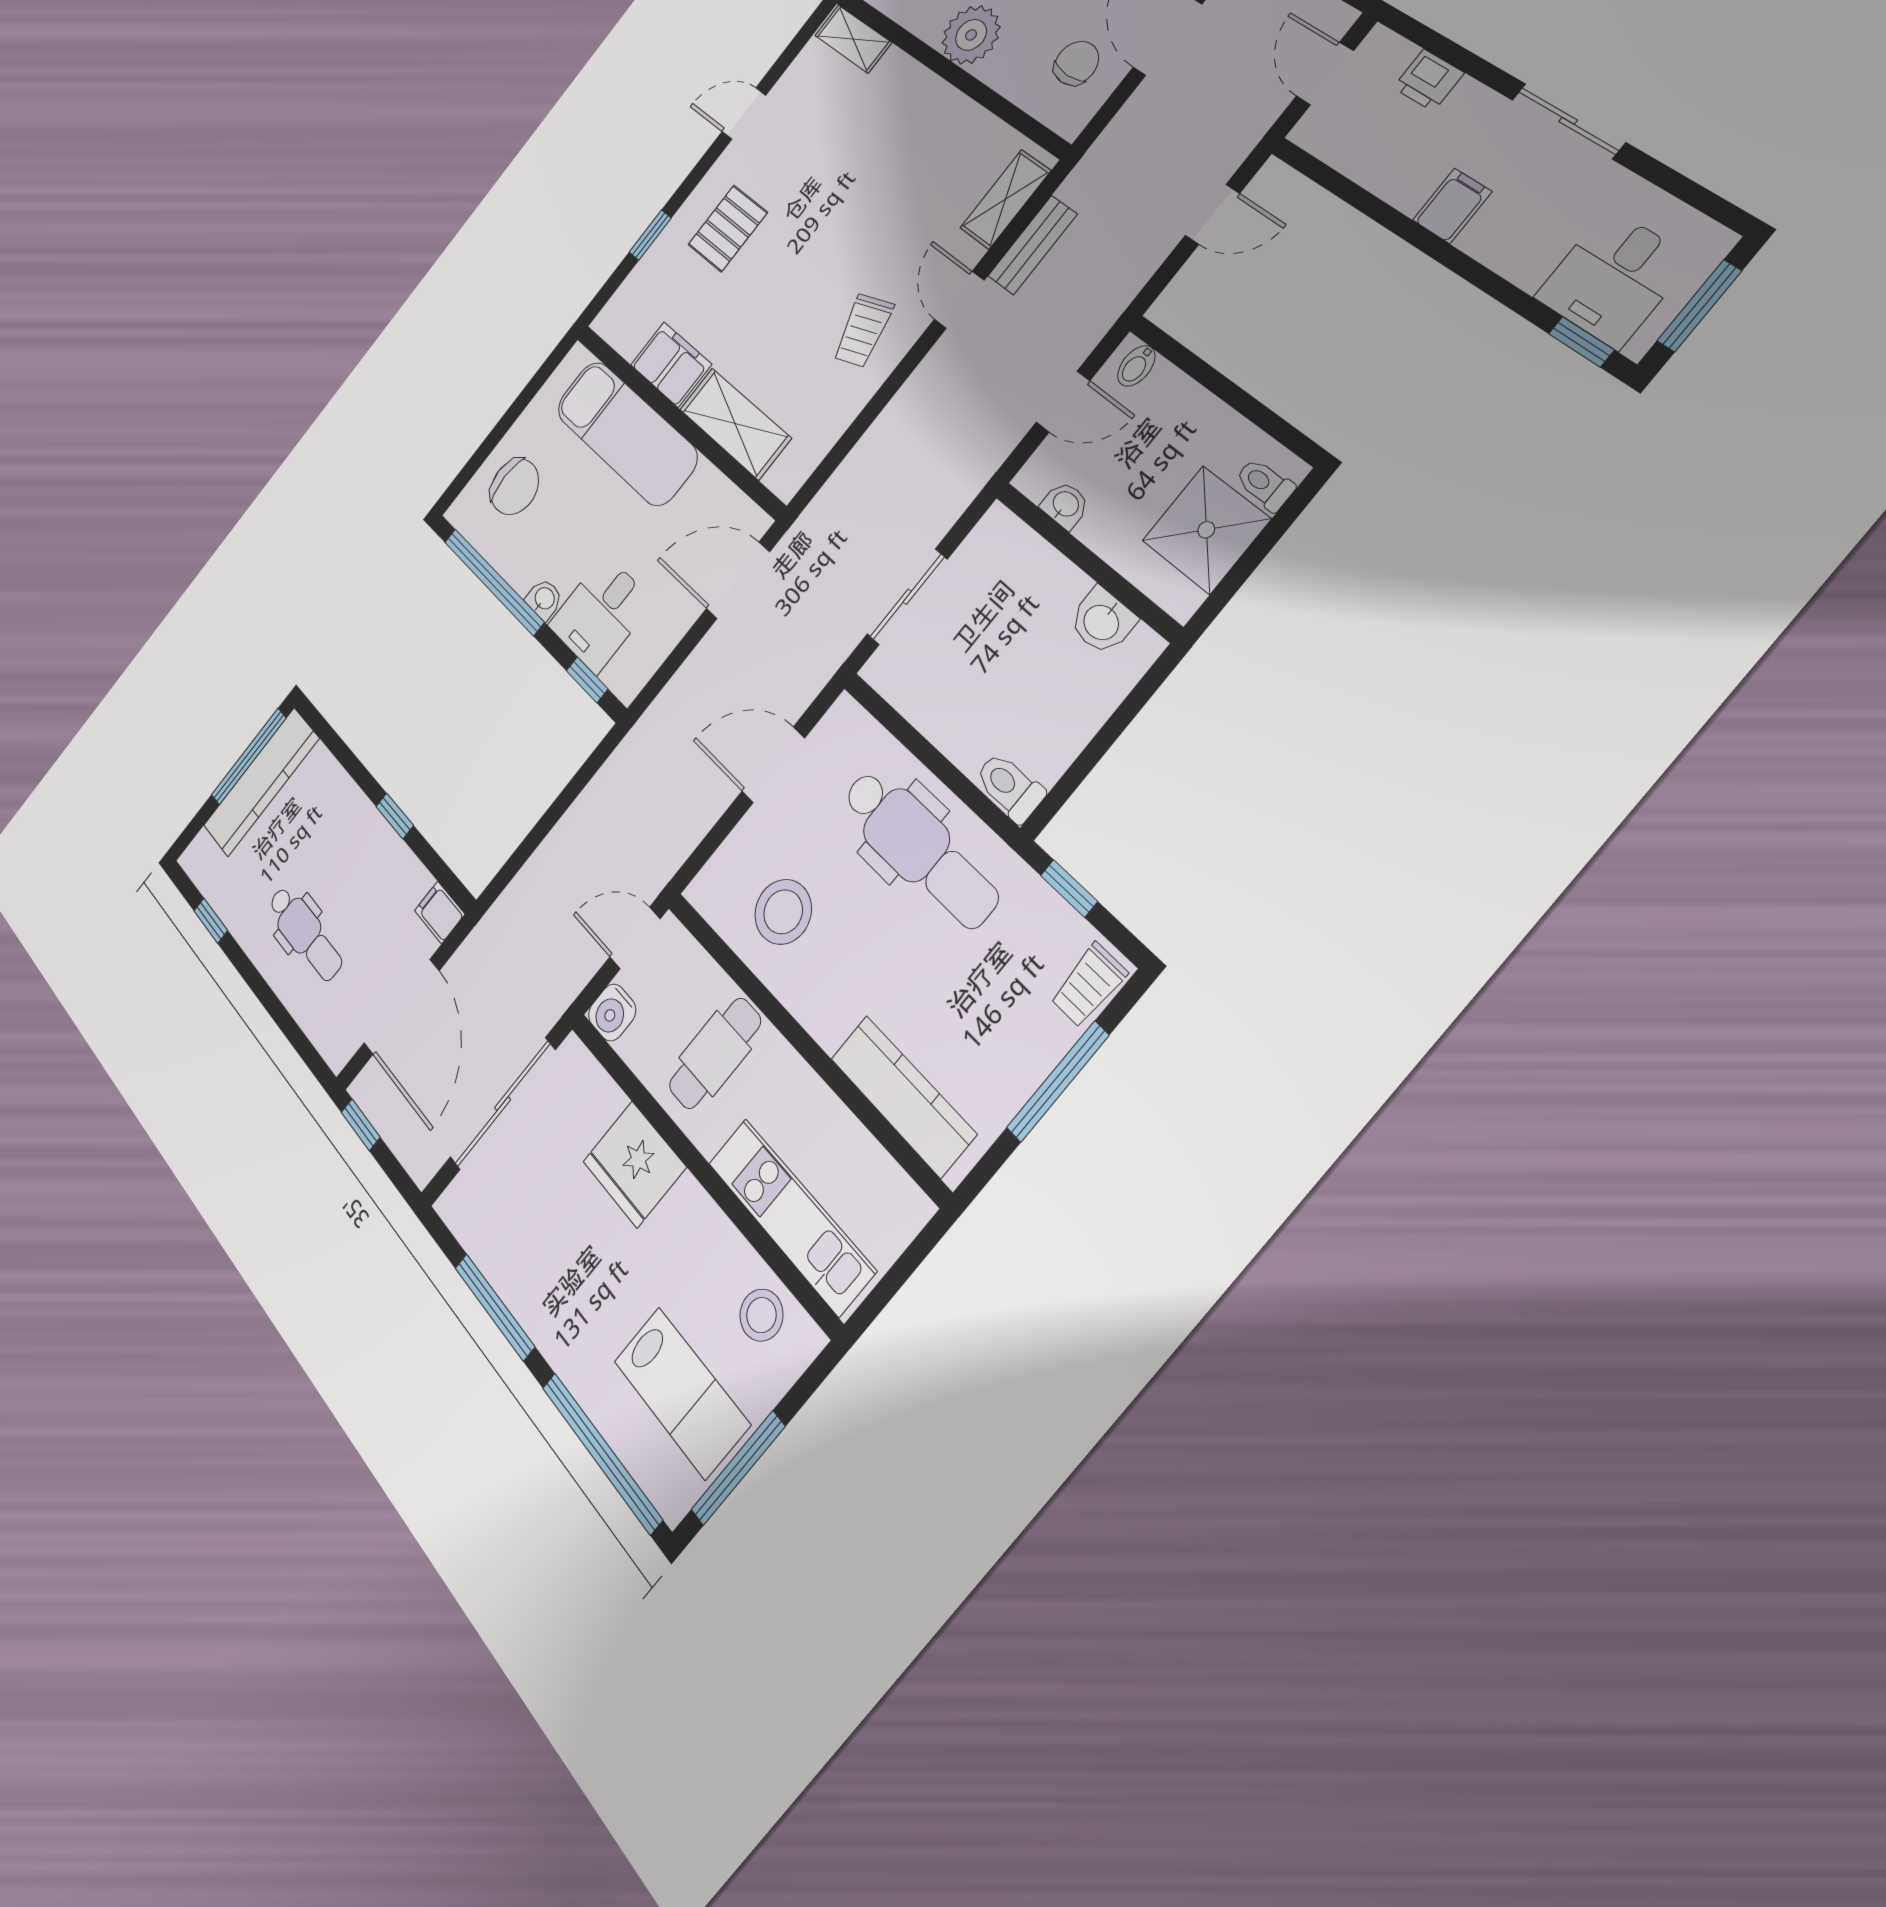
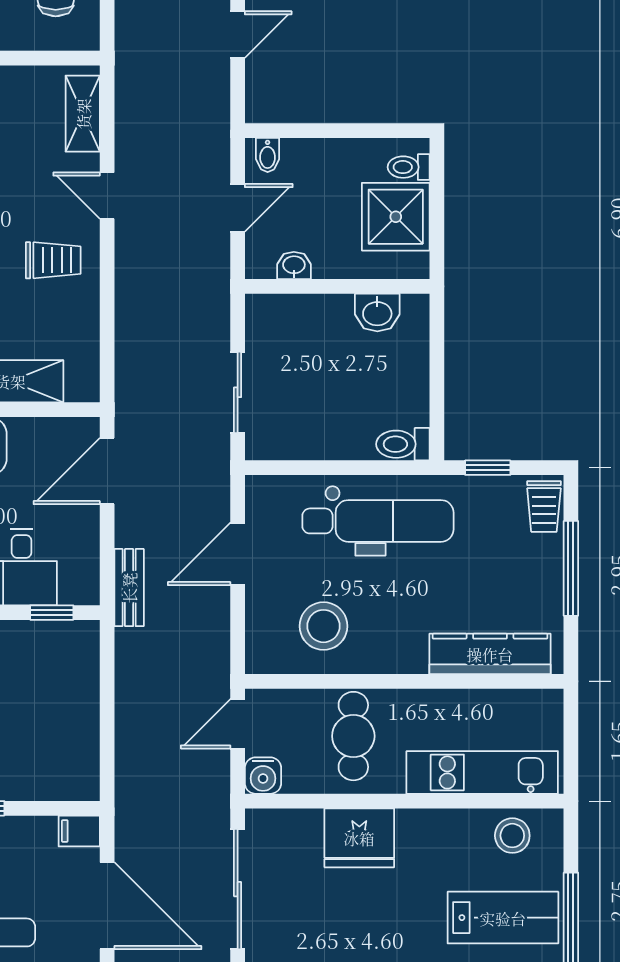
bench: (1032, 245) -> (129, 588), moved
trolley: (863, 331) -> (53, 260), turned -72

